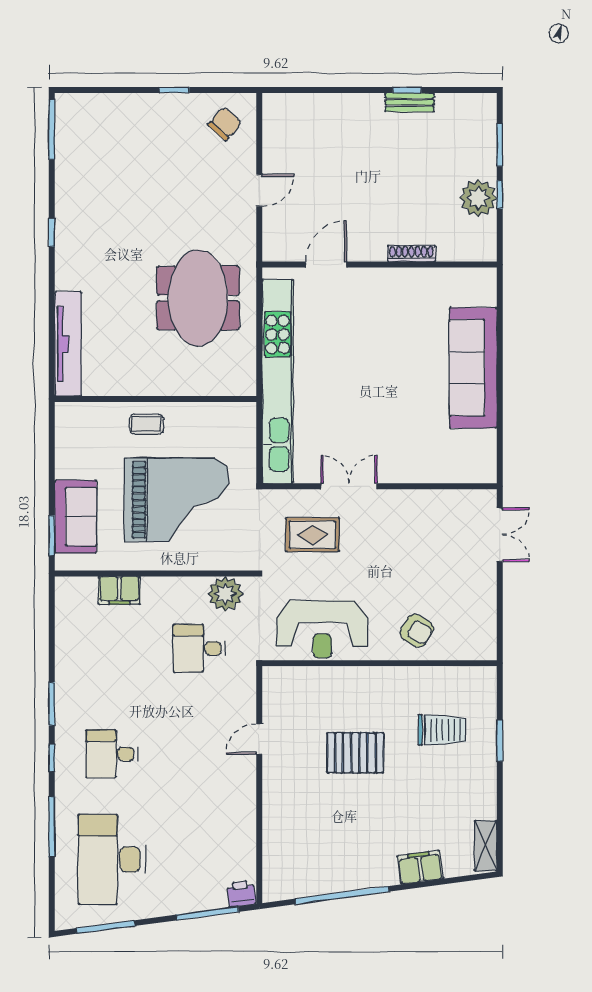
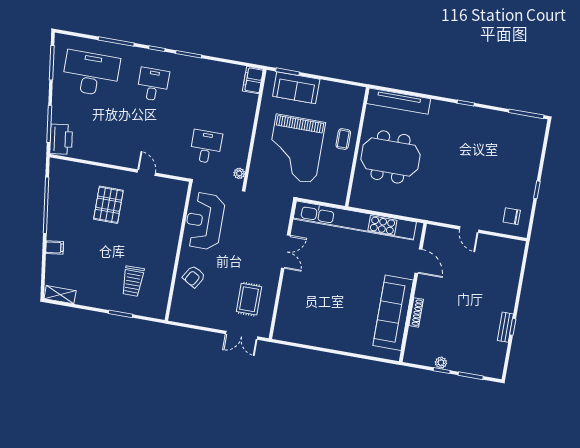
chair: (225, 124) -> (512, 216), turned 138
plant: (478, 198) -> (441, 363), width x0.53, depth x0.53
meeting table: (198, 298) -> (391, 157), moved
sofa: (473, 368) -> (393, 313), moved, turned -90
rug: (313, 535) -> (249, 299), moved
filing cabinet: (119, 590) -> (253, 80), moved
plant: (225, 594) -> (239, 173), width x0.53, depth x0.53
pallet: (355, 753) -> (108, 205), moved
filing cabinet: (420, 867) -> (55, 248), width x0.50
printer: (241, 894) -> (61, 139), width x1.87, depth x1.48

